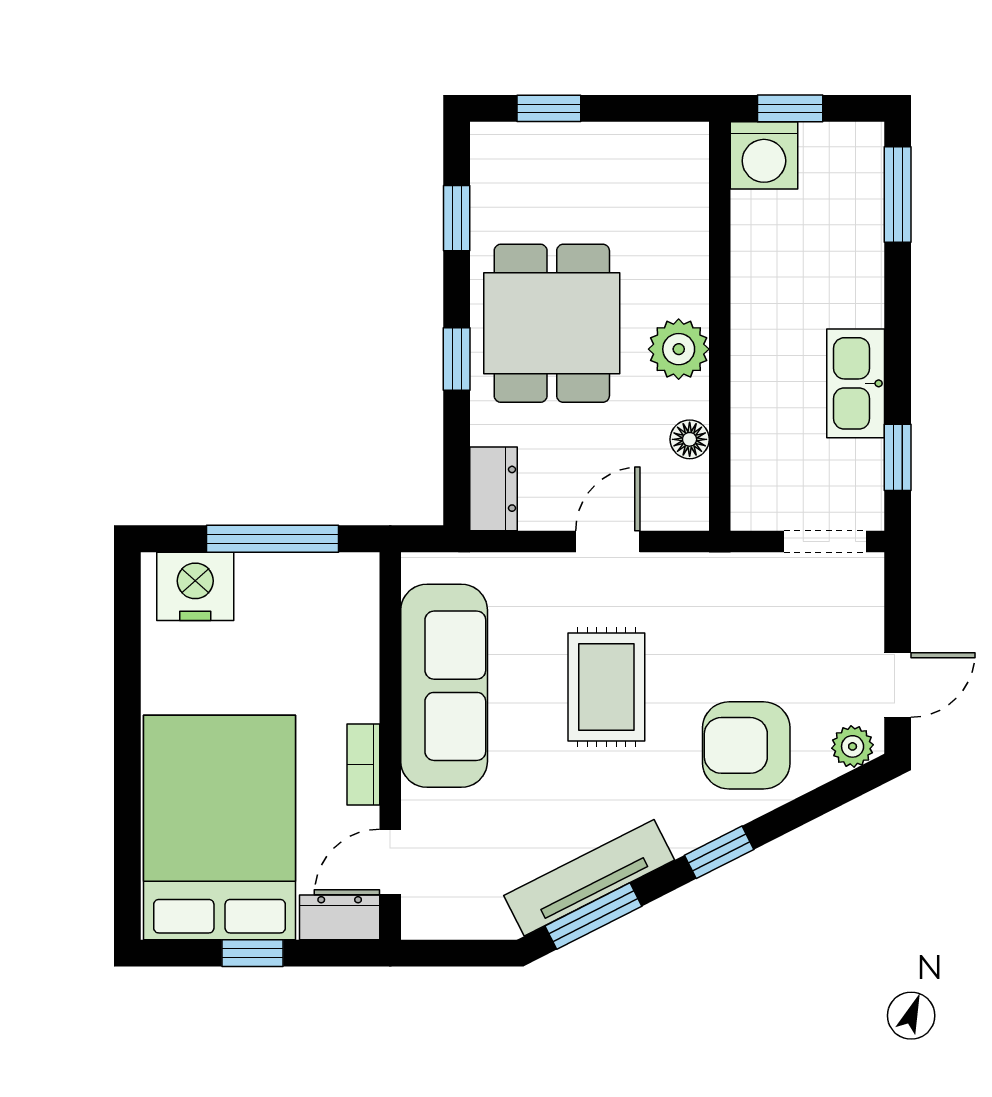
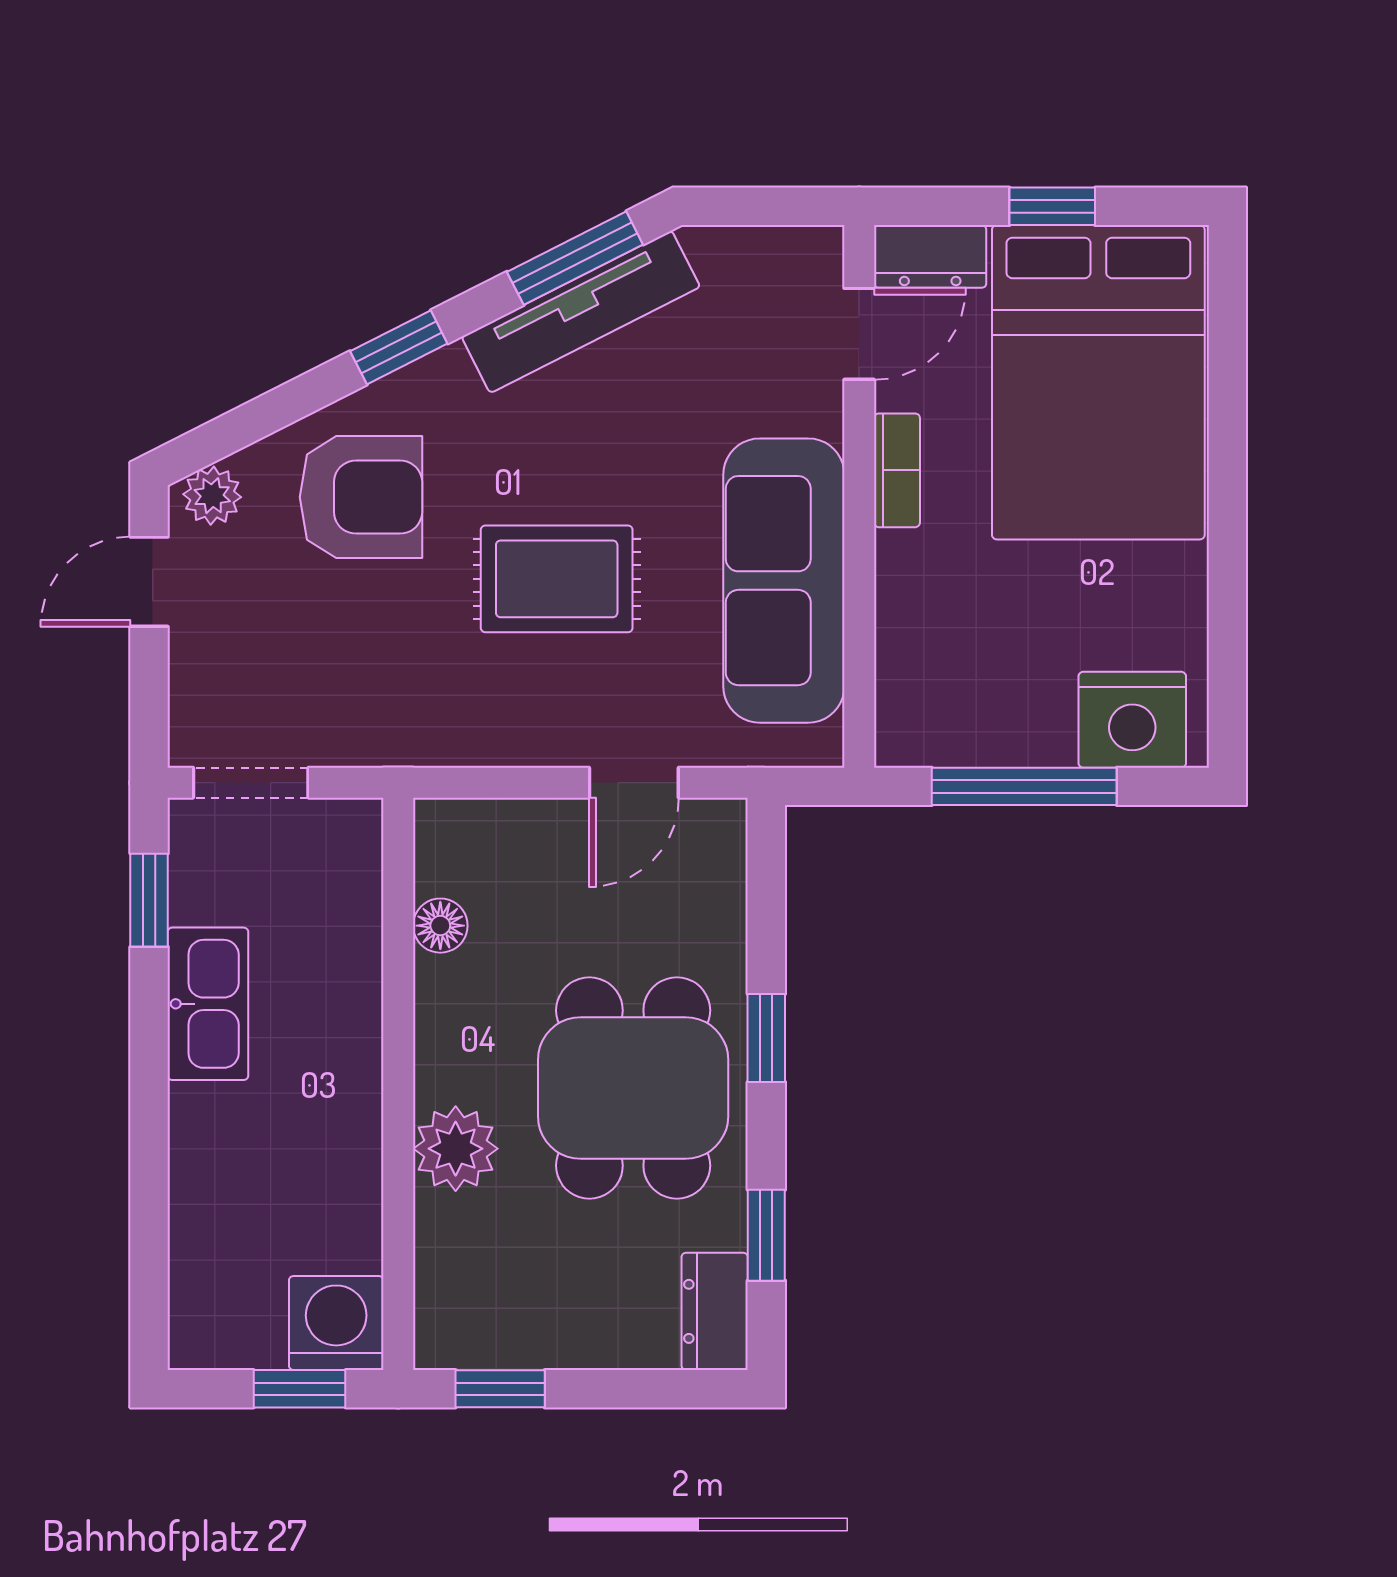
window: (549, 108) -> (500, 1389), moved
window: (898, 195) -> (149, 1268), removed
plant: (679, 349) -> (456, 1149), moved
dresser: (494, 489) -> (715, 1311), moved
door: (608, 541) -> (634, 783), moved
rug: (606, 687) -> (557, 579), turned 90

